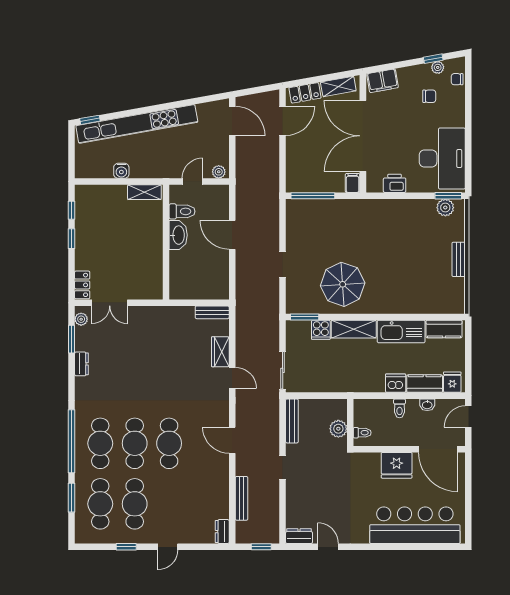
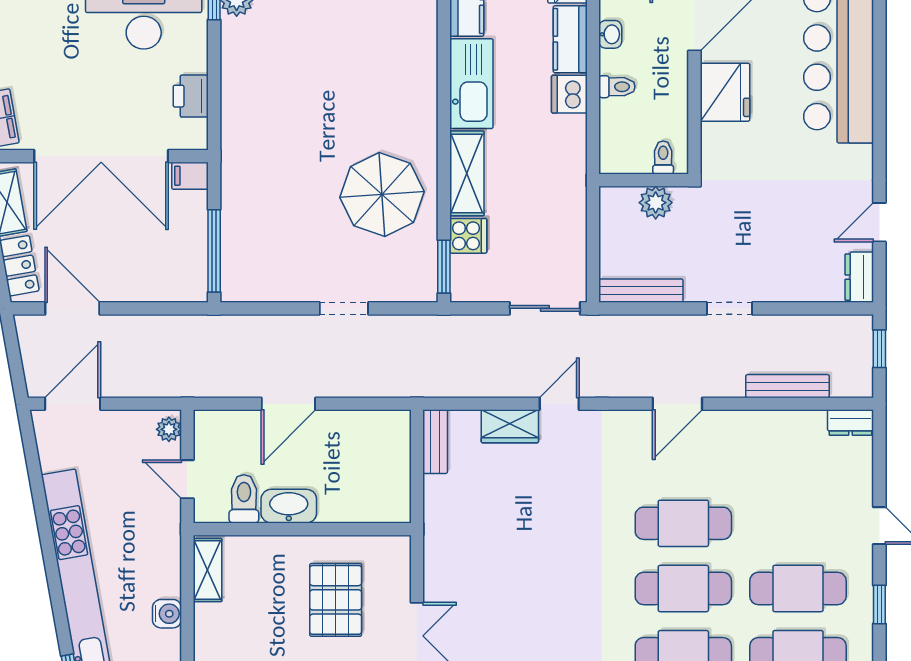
chair: (429, 96) -> (26, 30), removed
pallet: (129, 260) -> (336, 600), added

